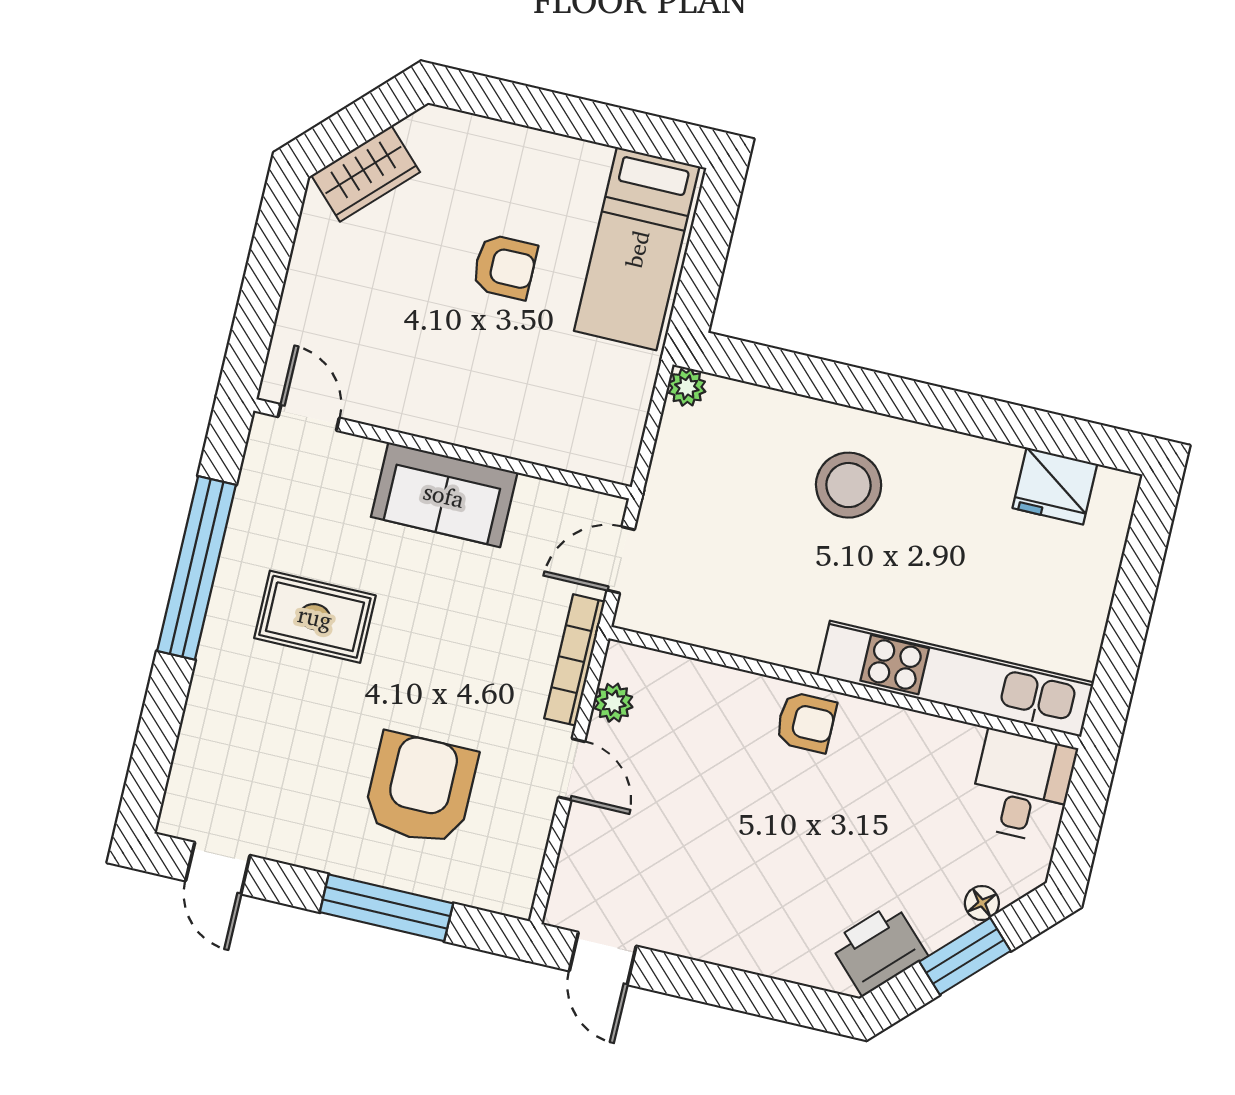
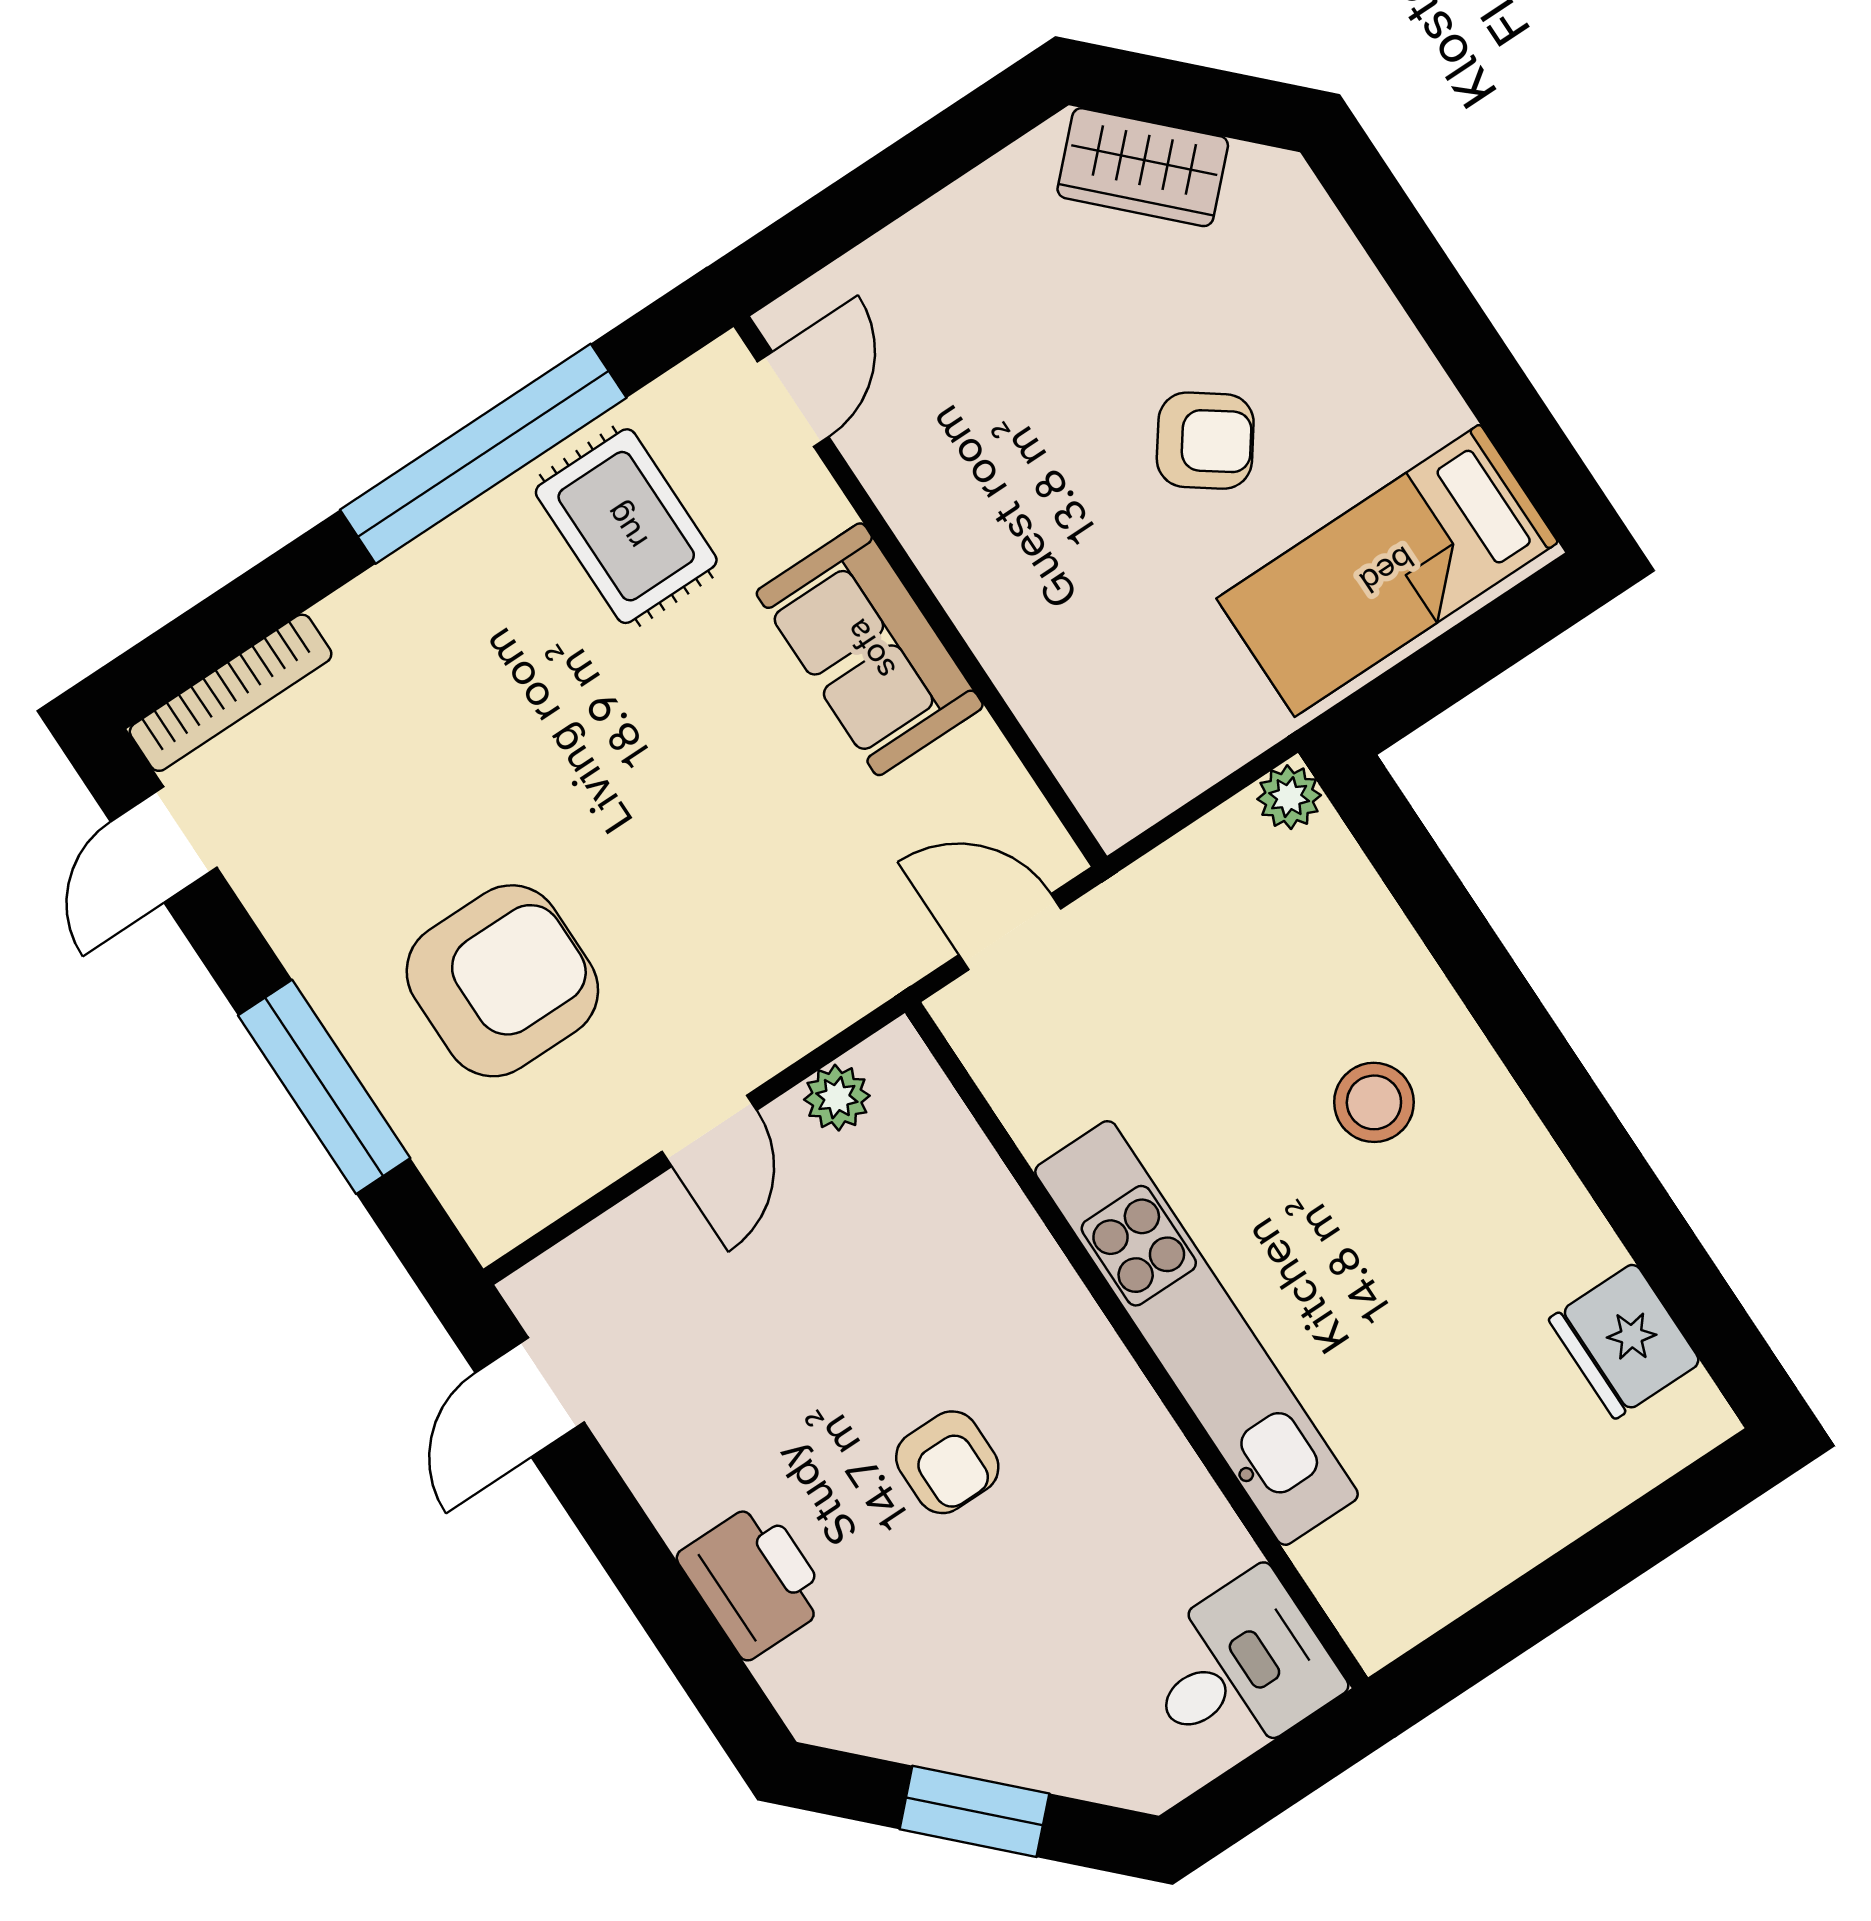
armchair: (505, 267) -> (1205, 441), turned -54
stool: (849, 485) -> (1374, 1102), width x0.73, depth x0.73
rug: (315, 617) -> (626, 526), moved
bookcase: (575, 660) -> (231, 693), moved, turned 180
kitchen unit: (956, 679) -> (1196, 1333), moved
armchair: (806, 722) -> (947, 1462), moved
floor lamp: (982, 903) -> (1056, 1766), removed
printer: (879, 949) -> (754, 1580), moved, turned 45

